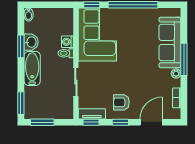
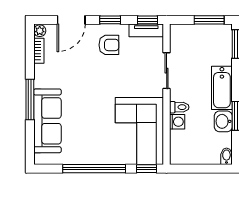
plant: (176, 74) -> (40, 31), moved

